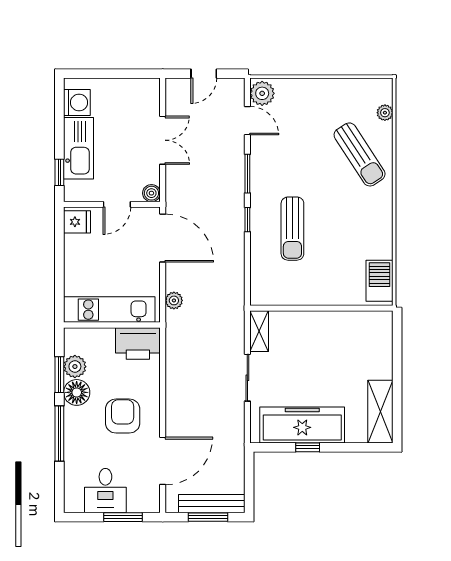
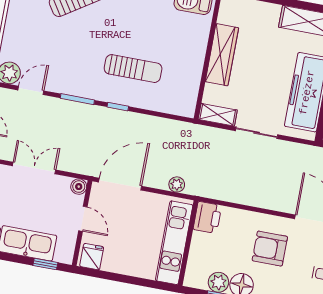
wardrobe: (326, 323) -> (222, 55), added
printer: (138, 344) -> (207, 217), width x0.73, depth x0.84

